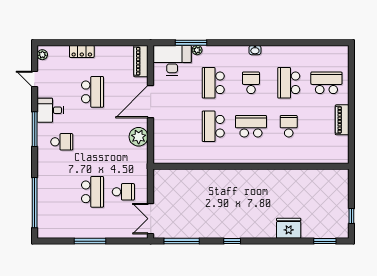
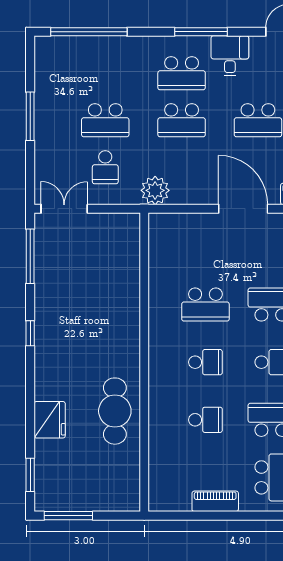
school desk: (213, 126) -> (205, 305), turned 180
school desk: (251, 126) -> (205, 362), width x0.54
plant: (139, 137) -> (155, 190), moved
school desk: (62, 142) -> (182, 73), width x1.85
school desk: (93, 142) -> (182, 120), added
cafe table: (283, 186) -> (115, 411), added
window: (351, 216) -> (68, 516), width x2.17

